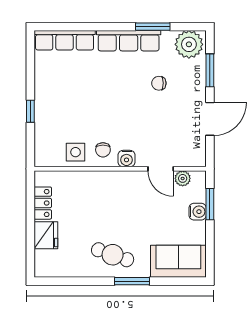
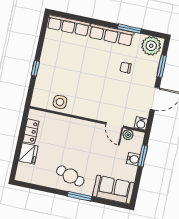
chair: (103, 150) -> (79, 104), removed
water cooler: (127, 159) -> (141, 124), moved

